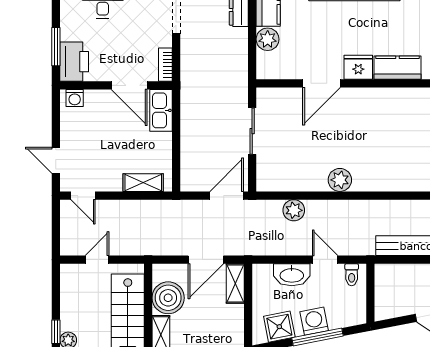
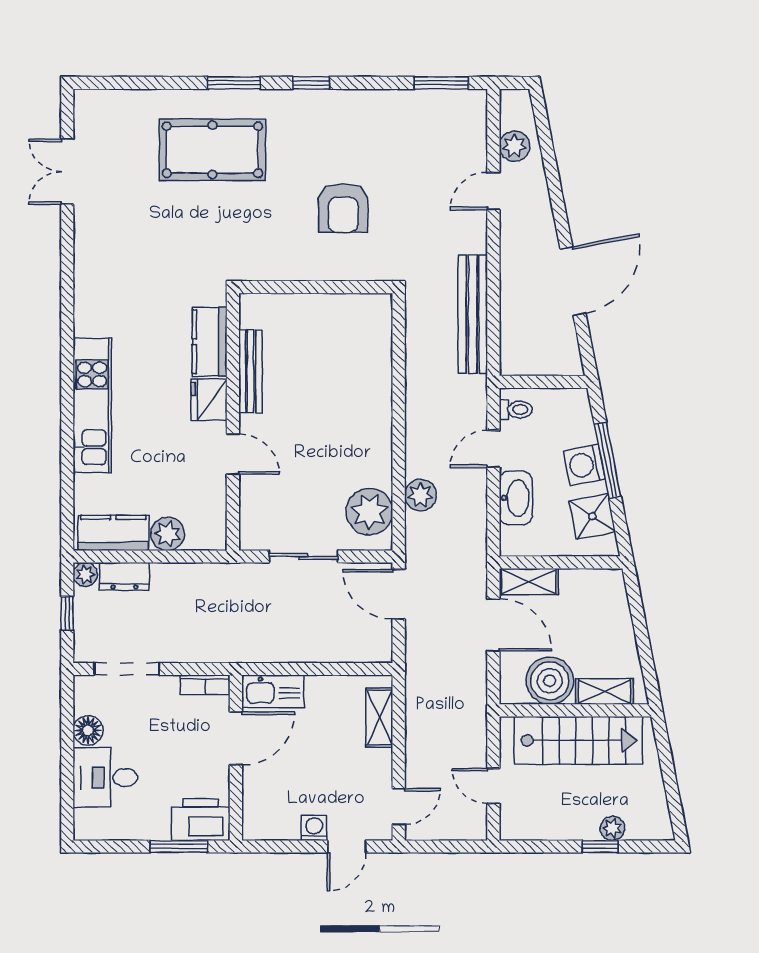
door: (322, 83) -> (233, 454), width x0.73
bench: (377, 95) -> (250, 371), added
washing machine: (75, 98) -> (314, 828), moved, turned -90
plant: (340, 180) -> (369, 512), moved, width x1.36, depth x1.36

